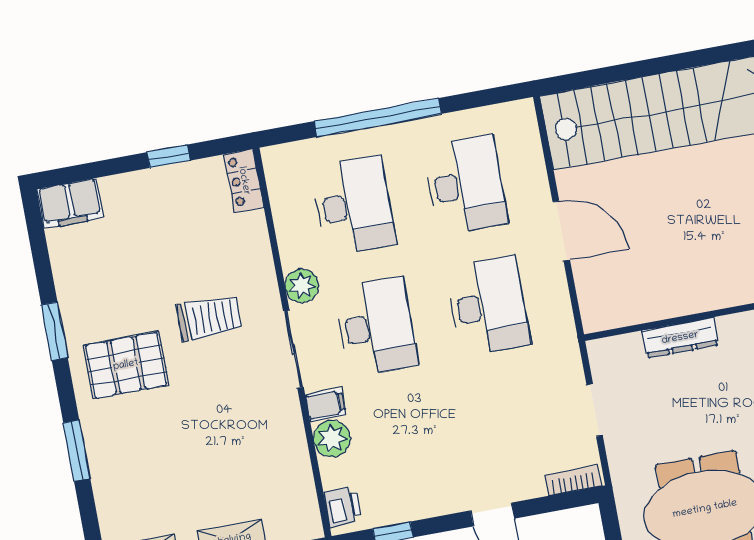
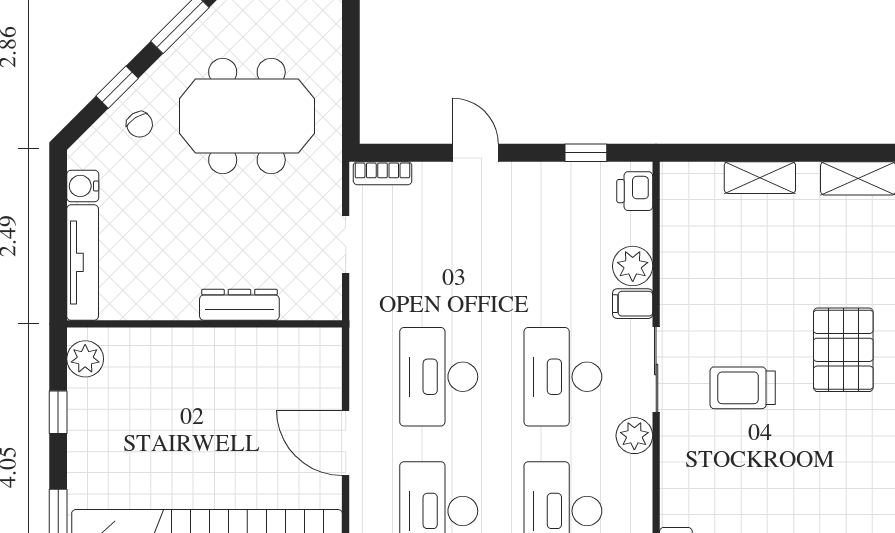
trolley: (209, 318) -> (743, 388), moved
pallet: (126, 365) -> (843, 350), moved, turned 90

